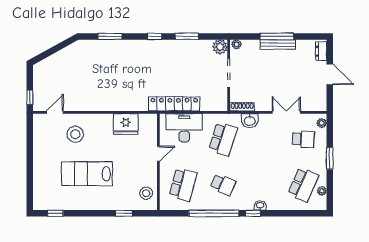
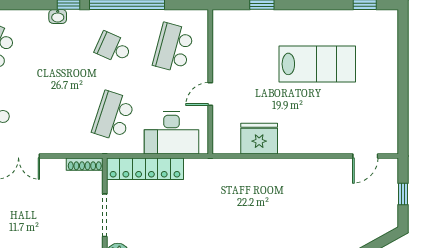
window: (30, 97) -> (403, 194), moved
locker: (174, 104) -> (145, 169), moved
washbasin: (250, 121) -> (73, 144), removed
stool: (75, 134) -> (335, 123), removed
stool: (146, 193) -> (229, 35), removed

